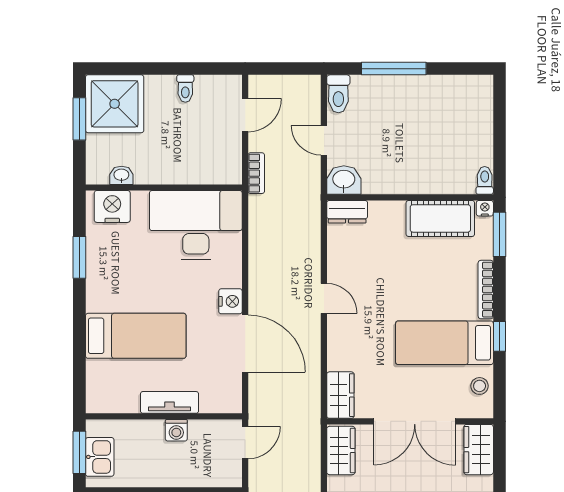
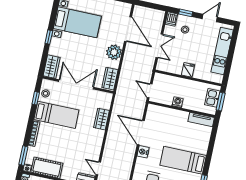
door: (324, 298) -> (98, 168), moved
bed: (136, 336) -> (183, 160), moved
window: (499, 336) -> (36, 98), moved
wardrobe: (340, 395) -> (102, 119), moved
tv unit: (169, 402) -> (201, 120), moved
door: (245, 442) -> (150, 91), hinge flipped

